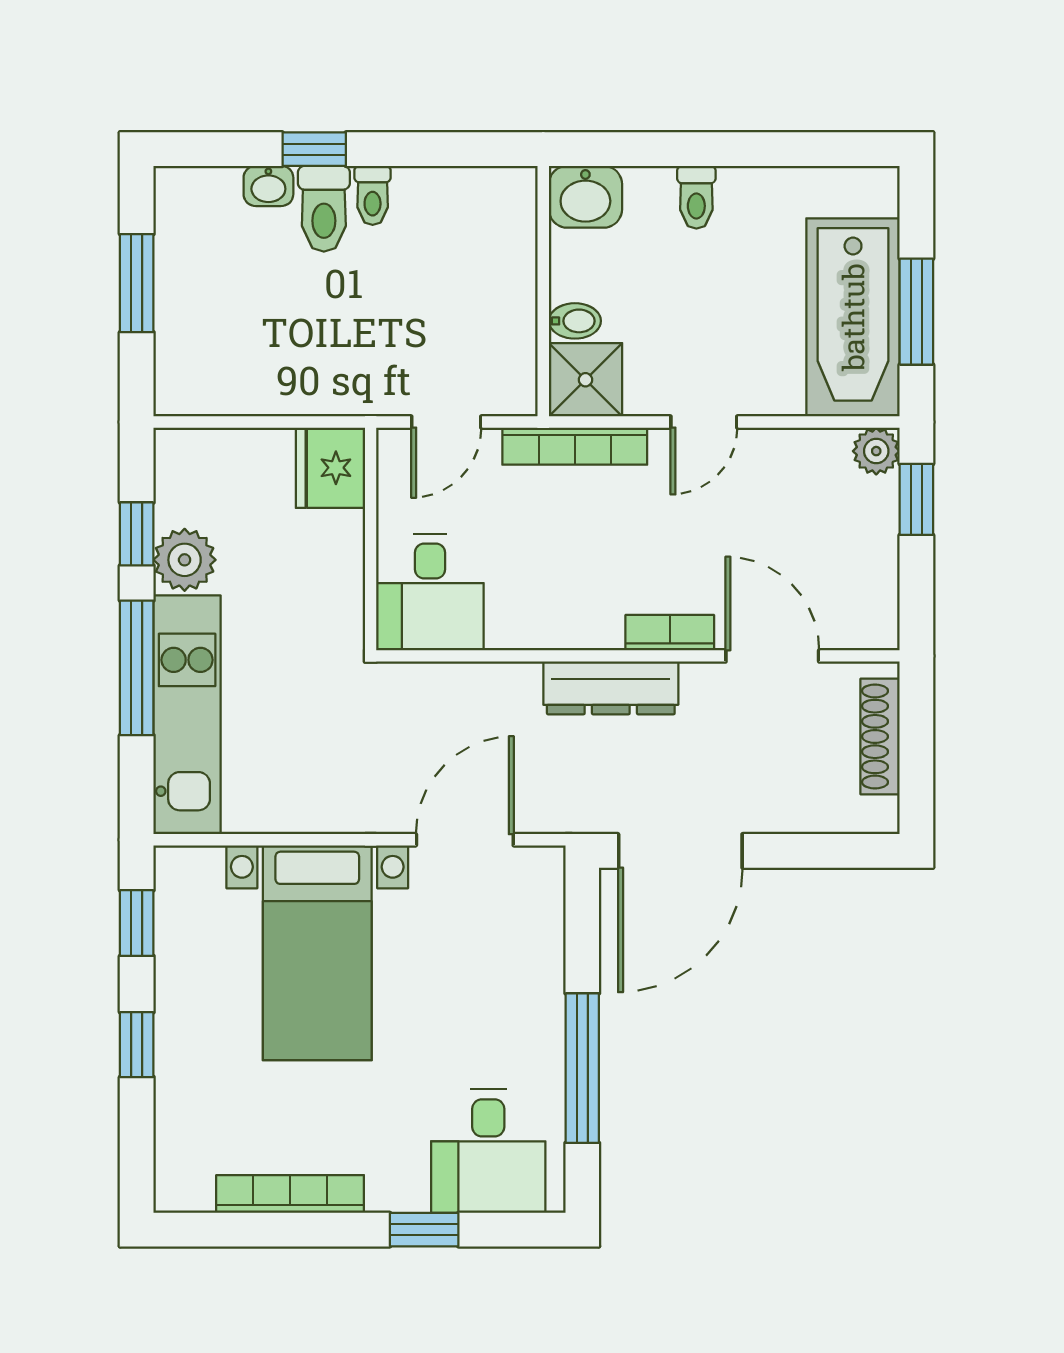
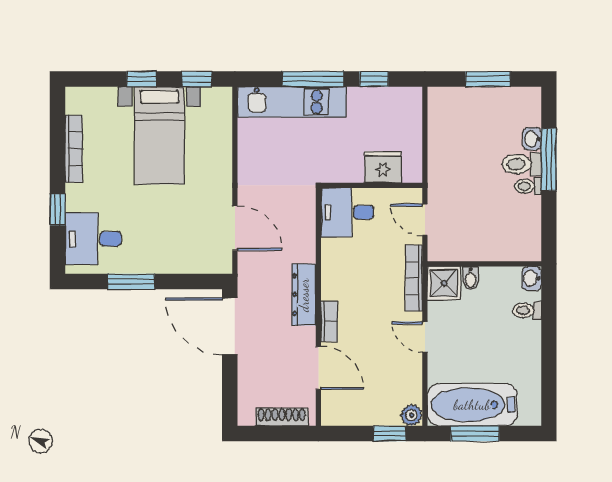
window: (314, 149) -> (549, 160), width x2.17
washbasin: (585, 197) -> (532, 278), width x0.72, depth x0.69
toilet: (696, 197) -> (527, 310), moved
fridge: (330, 468) -> (383, 167), moved
plant: (185, 560) -> (362, 101), removed
door: (772, 656) -> (318, 368), hinge flipped
bed with nightstands: (317, 953) -> (159, 135), moved, turned -90
window: (582, 1068) -> (131, 282), width x0.69

